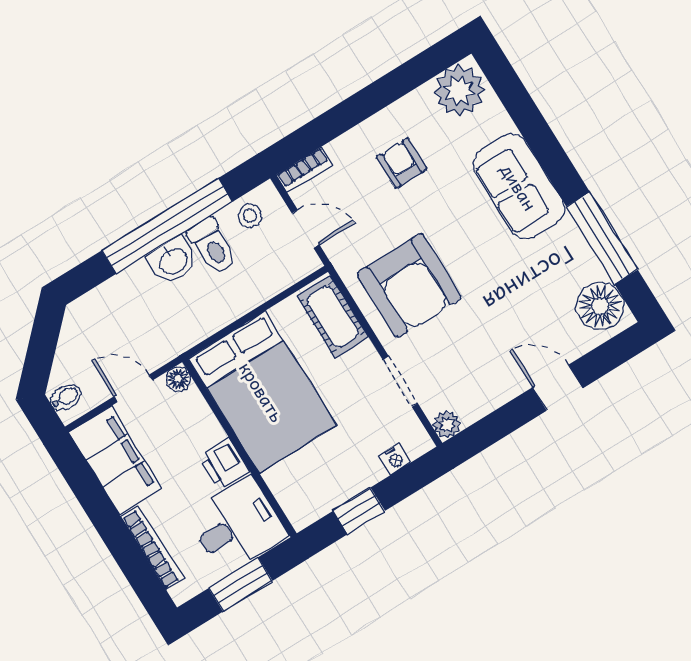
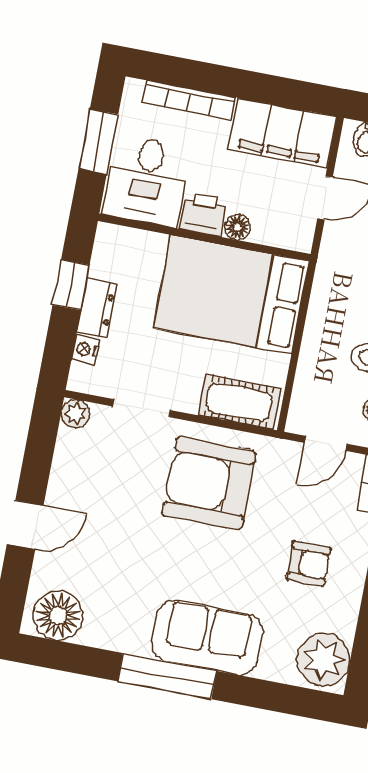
window: (602, 238) -> (167, 676), moved
floor lamp: (178, 379) -> (237, 227), moved
dresser: (358, 478) -> (97, 308), added

